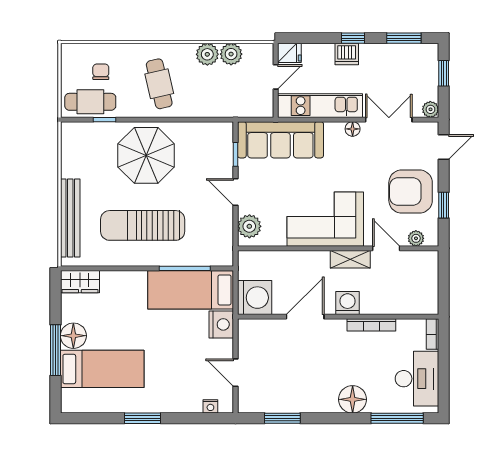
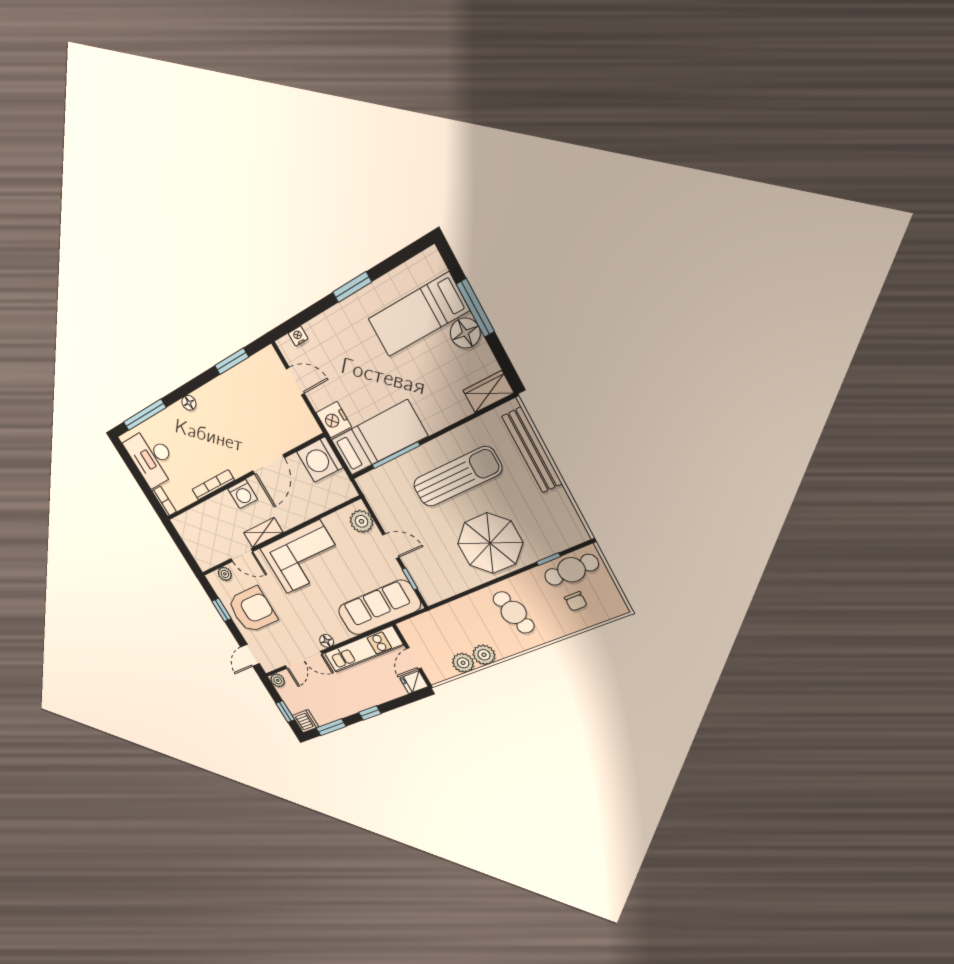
dishwasher: (347, 54) -> (305, 721), moved, turned 90
floor lamp: (353, 399) -> (189, 403), width x0.53, depth x0.53

